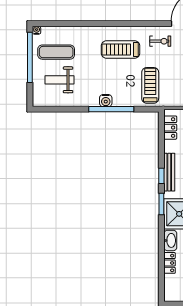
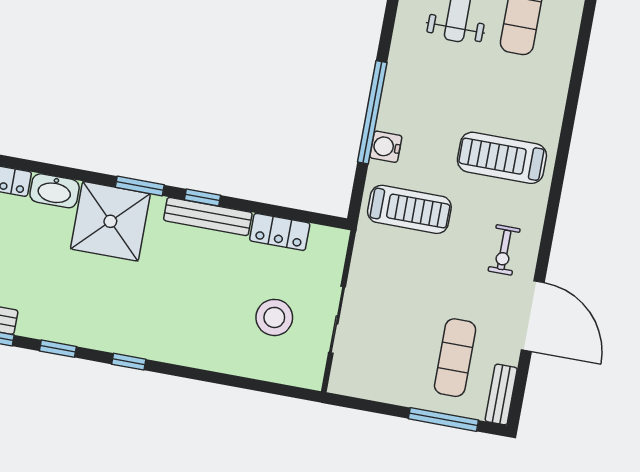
treadmill: (121, 49) -> (502, 158), turned -90
water cooler: (106, 101) -> (386, 147), moved
locker: (170, 128) -> (280, 232), moved

